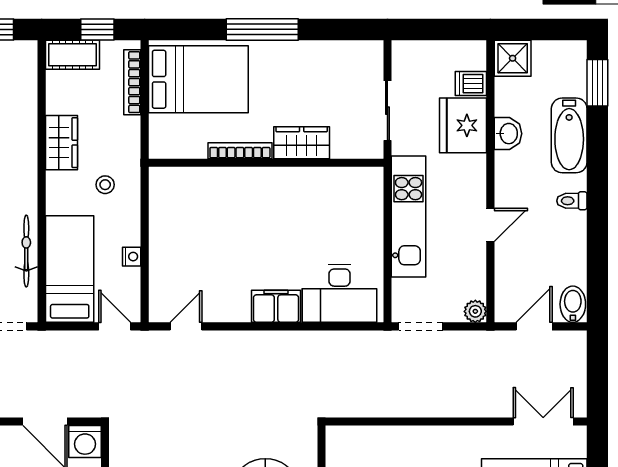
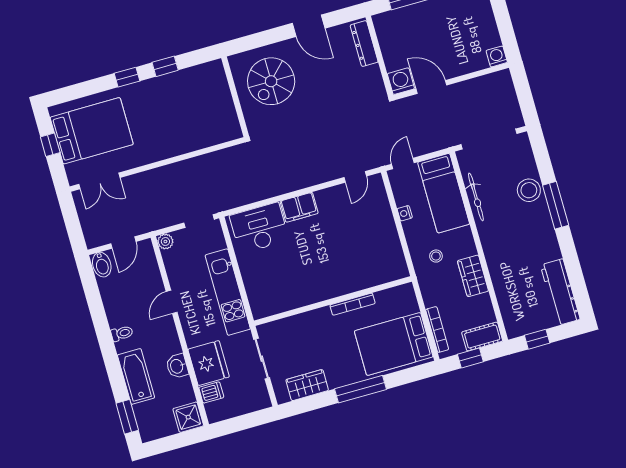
wardrobe: (302, 143) -> (307, 385), moved, turned 180
door: (115, 326) -> (403, 163), swing flipped

